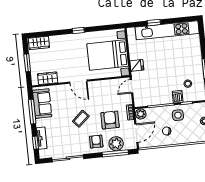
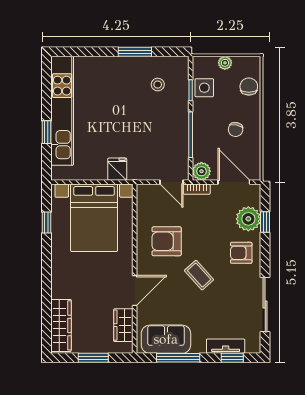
window: (78, 30) -> (46, 223), moved
wardrobe: (39, 43) -> (61, 325), width x1.50
door: (78, 82) -> (135, 290), moved
door: (132, 86) -> (171, 182), moved
dishwasher: (178, 97) -> (178, 104), removed
side table: (178, 115) -> (204, 88), moved
armchair: (110, 120) -> (167, 241), moved
chair: (192, 136) -> (249, 87), added
window: (115, 153) -> (265, 222), width x0.46

